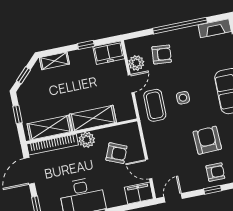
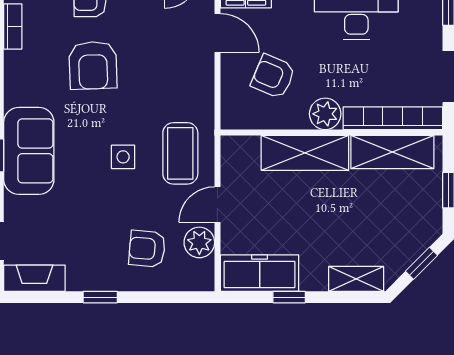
window: (180, 26) -> (100, 297), width x0.32
freezer: (109, 53) -> (260, 273), width x1.40

